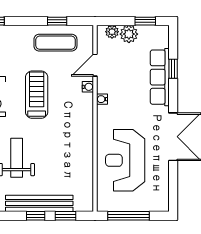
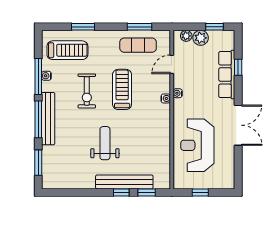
window: (57, 21) -> (139, 27), width x1.50
water cooler: (88, 87) -> (166, 98), moved
window: (129, 216) -> (200, 192), width x0.46

